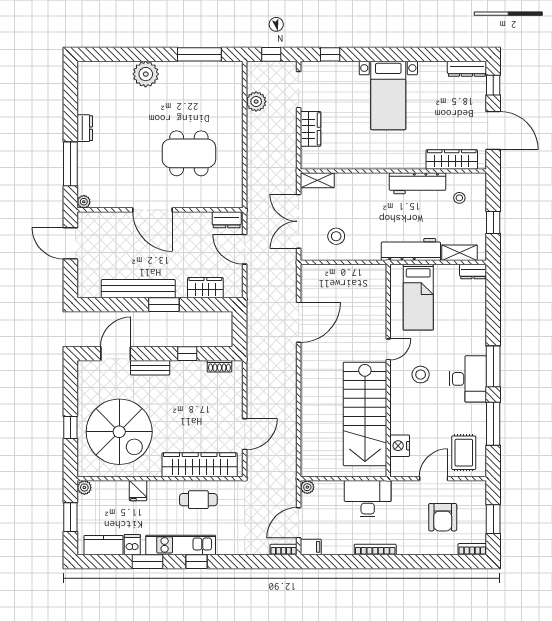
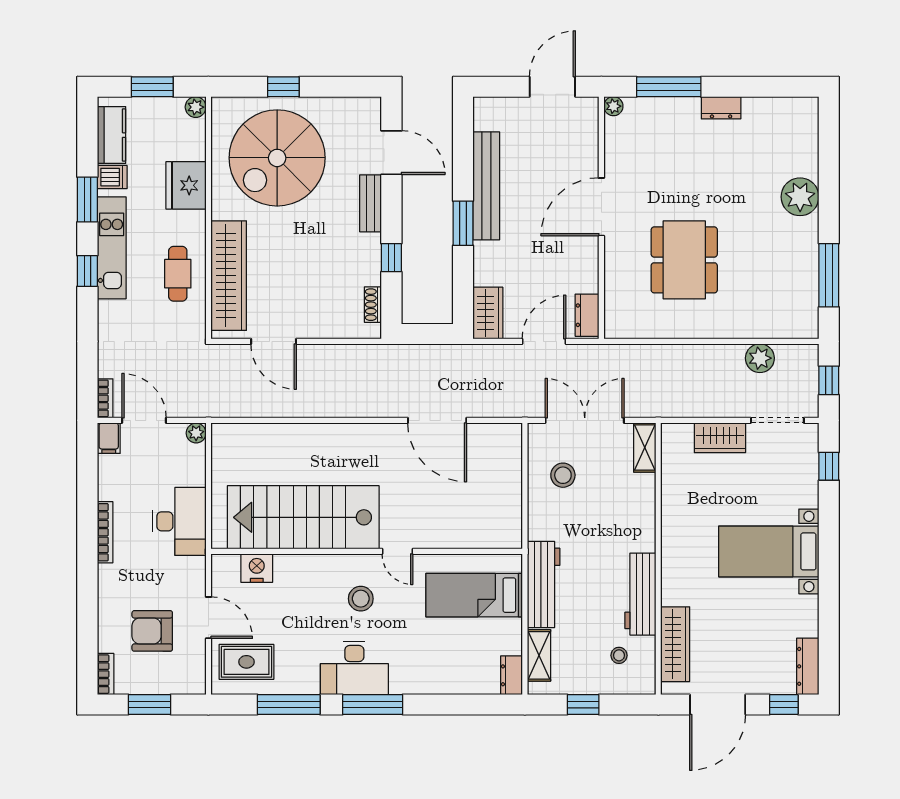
wardrobe: (205, 288) -> (488, 313), moved
fridge: (138, 491) -> (186, 185), width x1.88, depth x1.34

